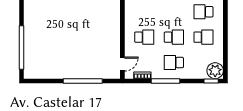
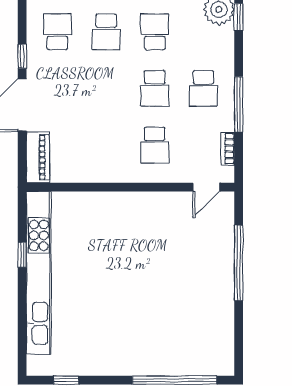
school desk: (144, 37) -> (155, 145), turned 180
school desk: (174, 37) -> (155, 88), turned 180
door: (122, 64) -> (206, 187), swing flipped

